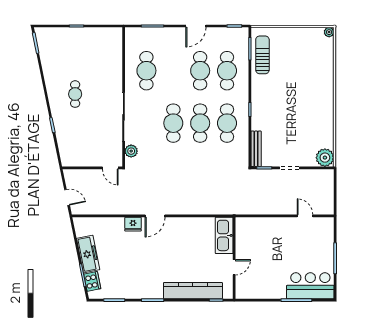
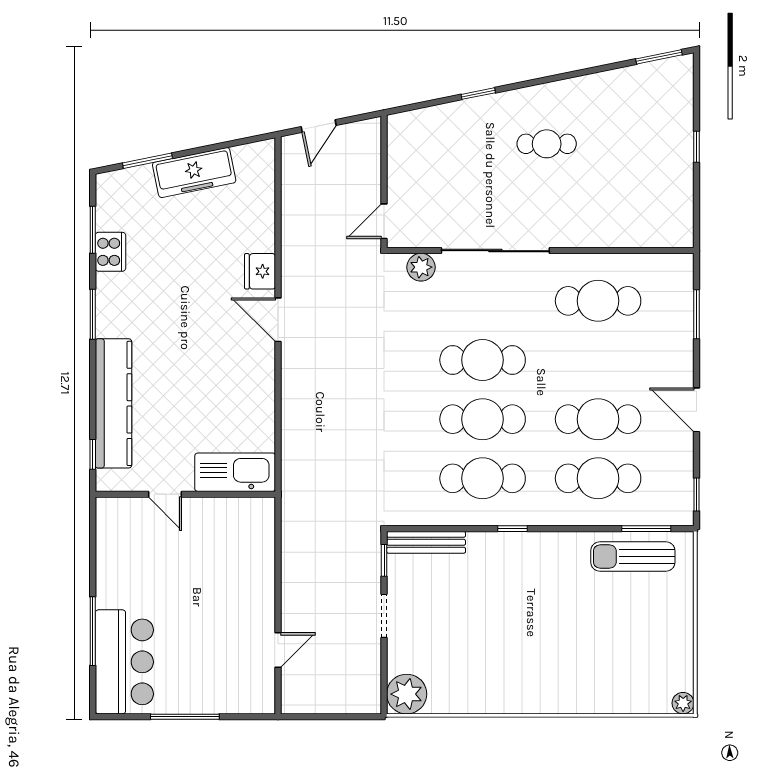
sun lounger: (262, 55) -> (633, 556), turned 180
cooker: (92, 281) -> (110, 252), moved, turned -79

